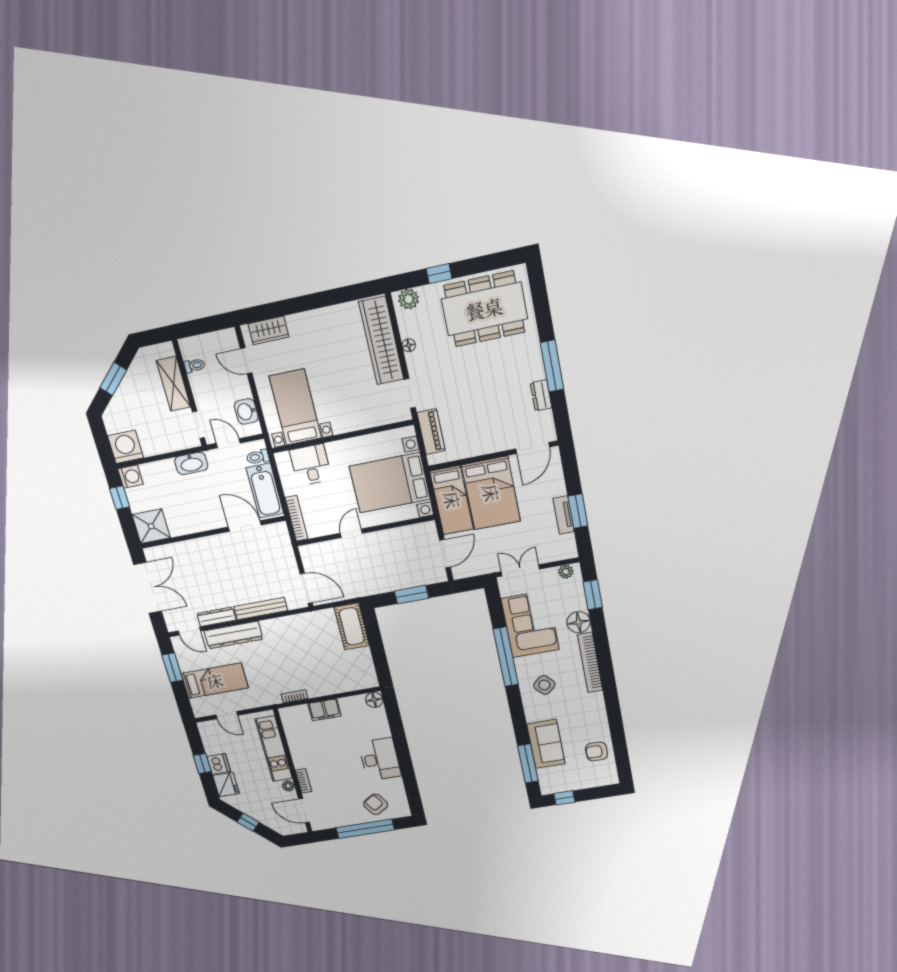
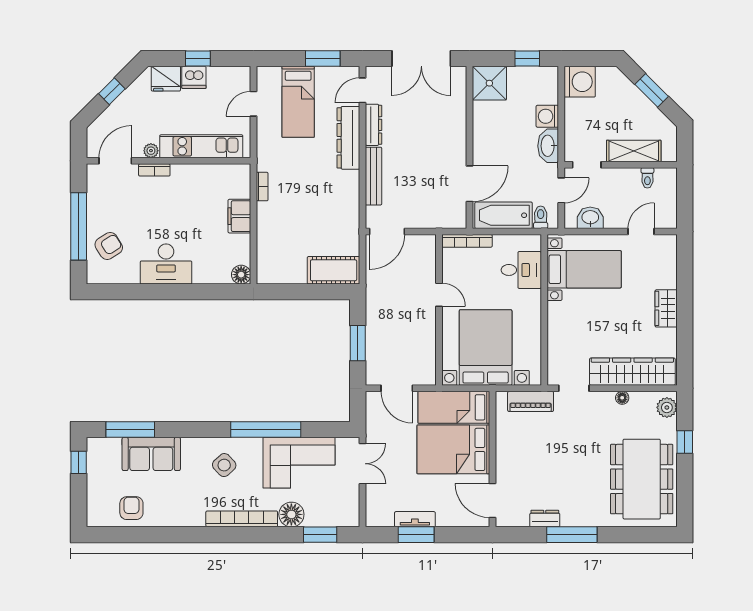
wardrobe: (268, 330) -> (666, 308), moved
washing machine: (131, 477) -> (547, 116), moved, turned 90
plant: (566, 572) -> (352, 511), removed

